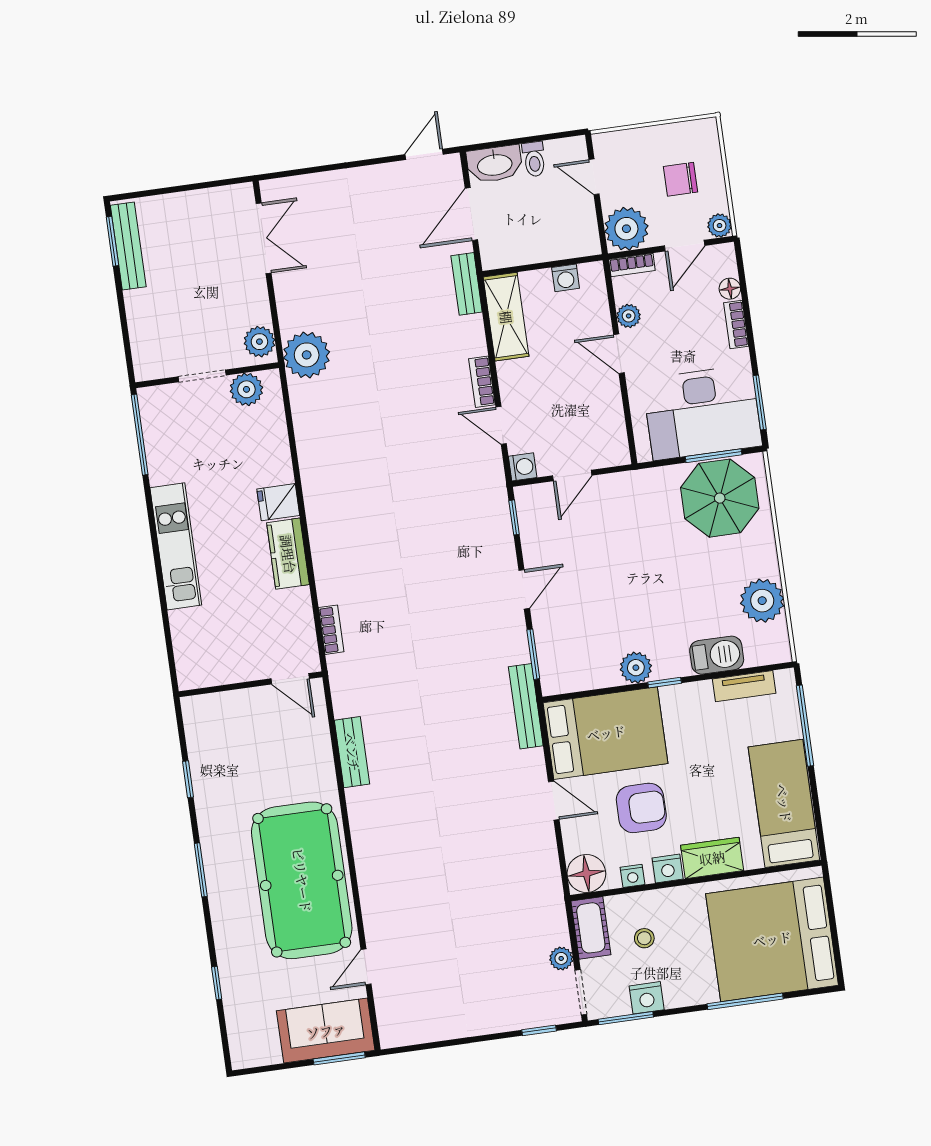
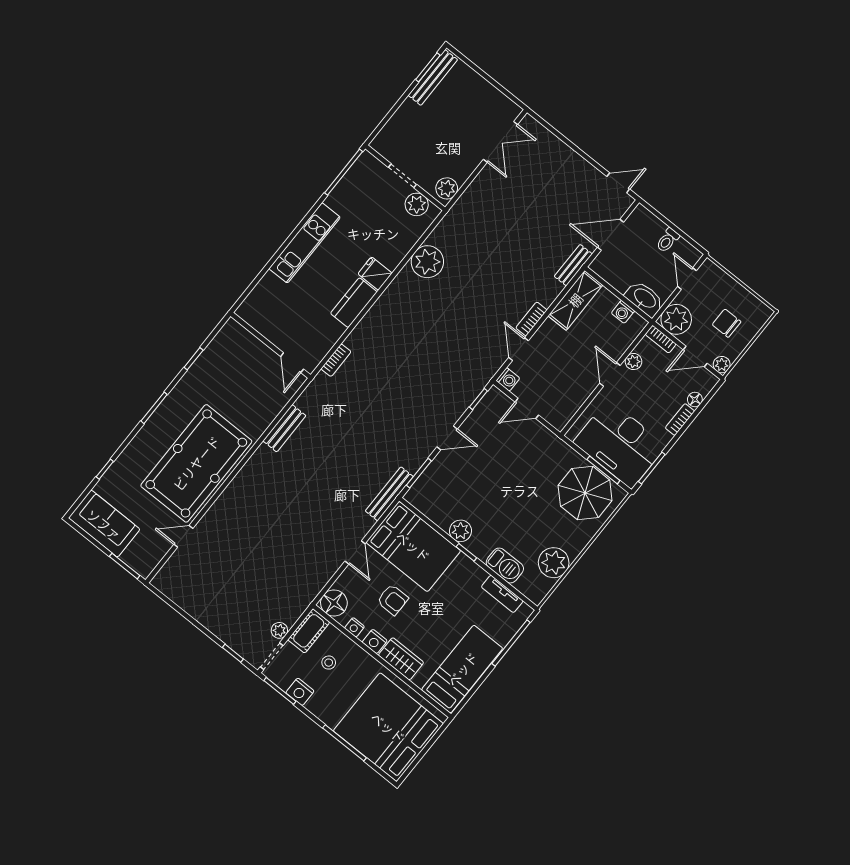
washbasin: (495, 164) -> (645, 299), moved, turned 180
plant: (307, 355) -> (427, 262), moved
armchair: (641, 808) -> (393, 600), width x0.72, depth x0.72
sofa: (326, 1031) -> (104, 524), moved

